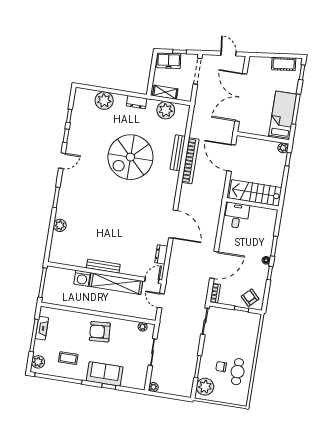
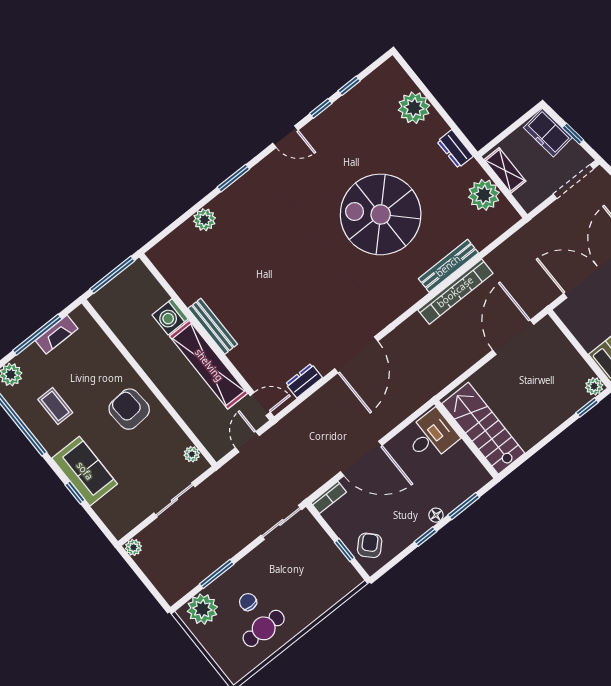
stairs: (255, 193) -> (483, 428), moved
wall: (252, 204) -> (466, 439), moved
desk: (237, 215) -> (431, 436), moved

